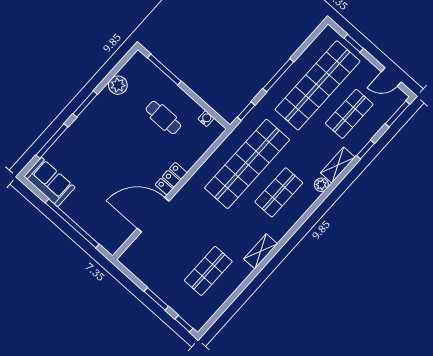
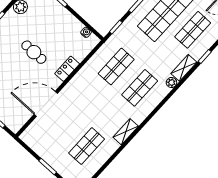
cafe table: (163, 118) -> (34, 52), moved
shop shelf: (247, 164) -> (116, 66), width x0.50, depth x0.74
locker: (171, 179) -> (67, 69), moved

